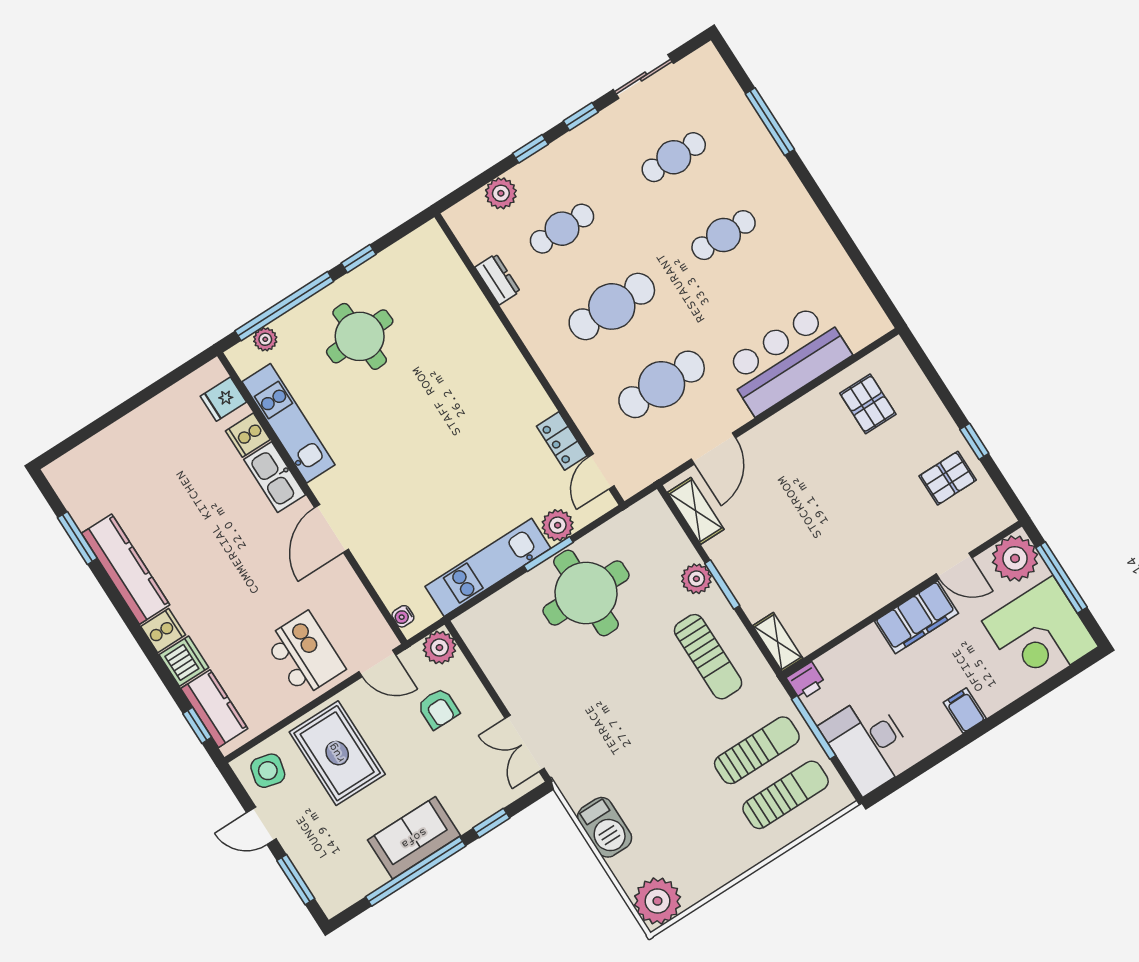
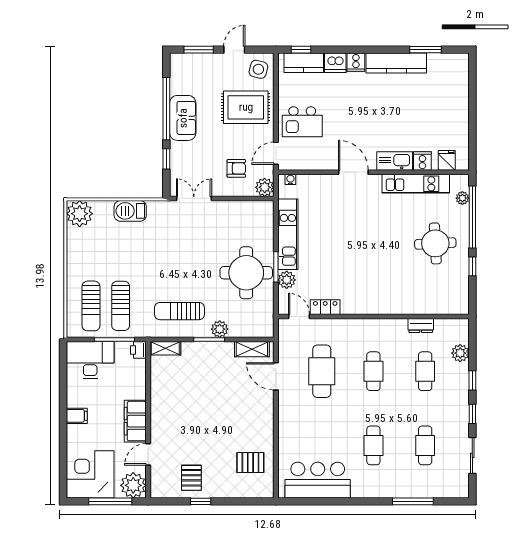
cafe table: (612, 306) -> (373, 371), width x0.73, depth x0.74
bar counter: (787, 359) -> (318, 480), moved, turned -90
armchair: (438, 708) -> (236, 168), turned 180

